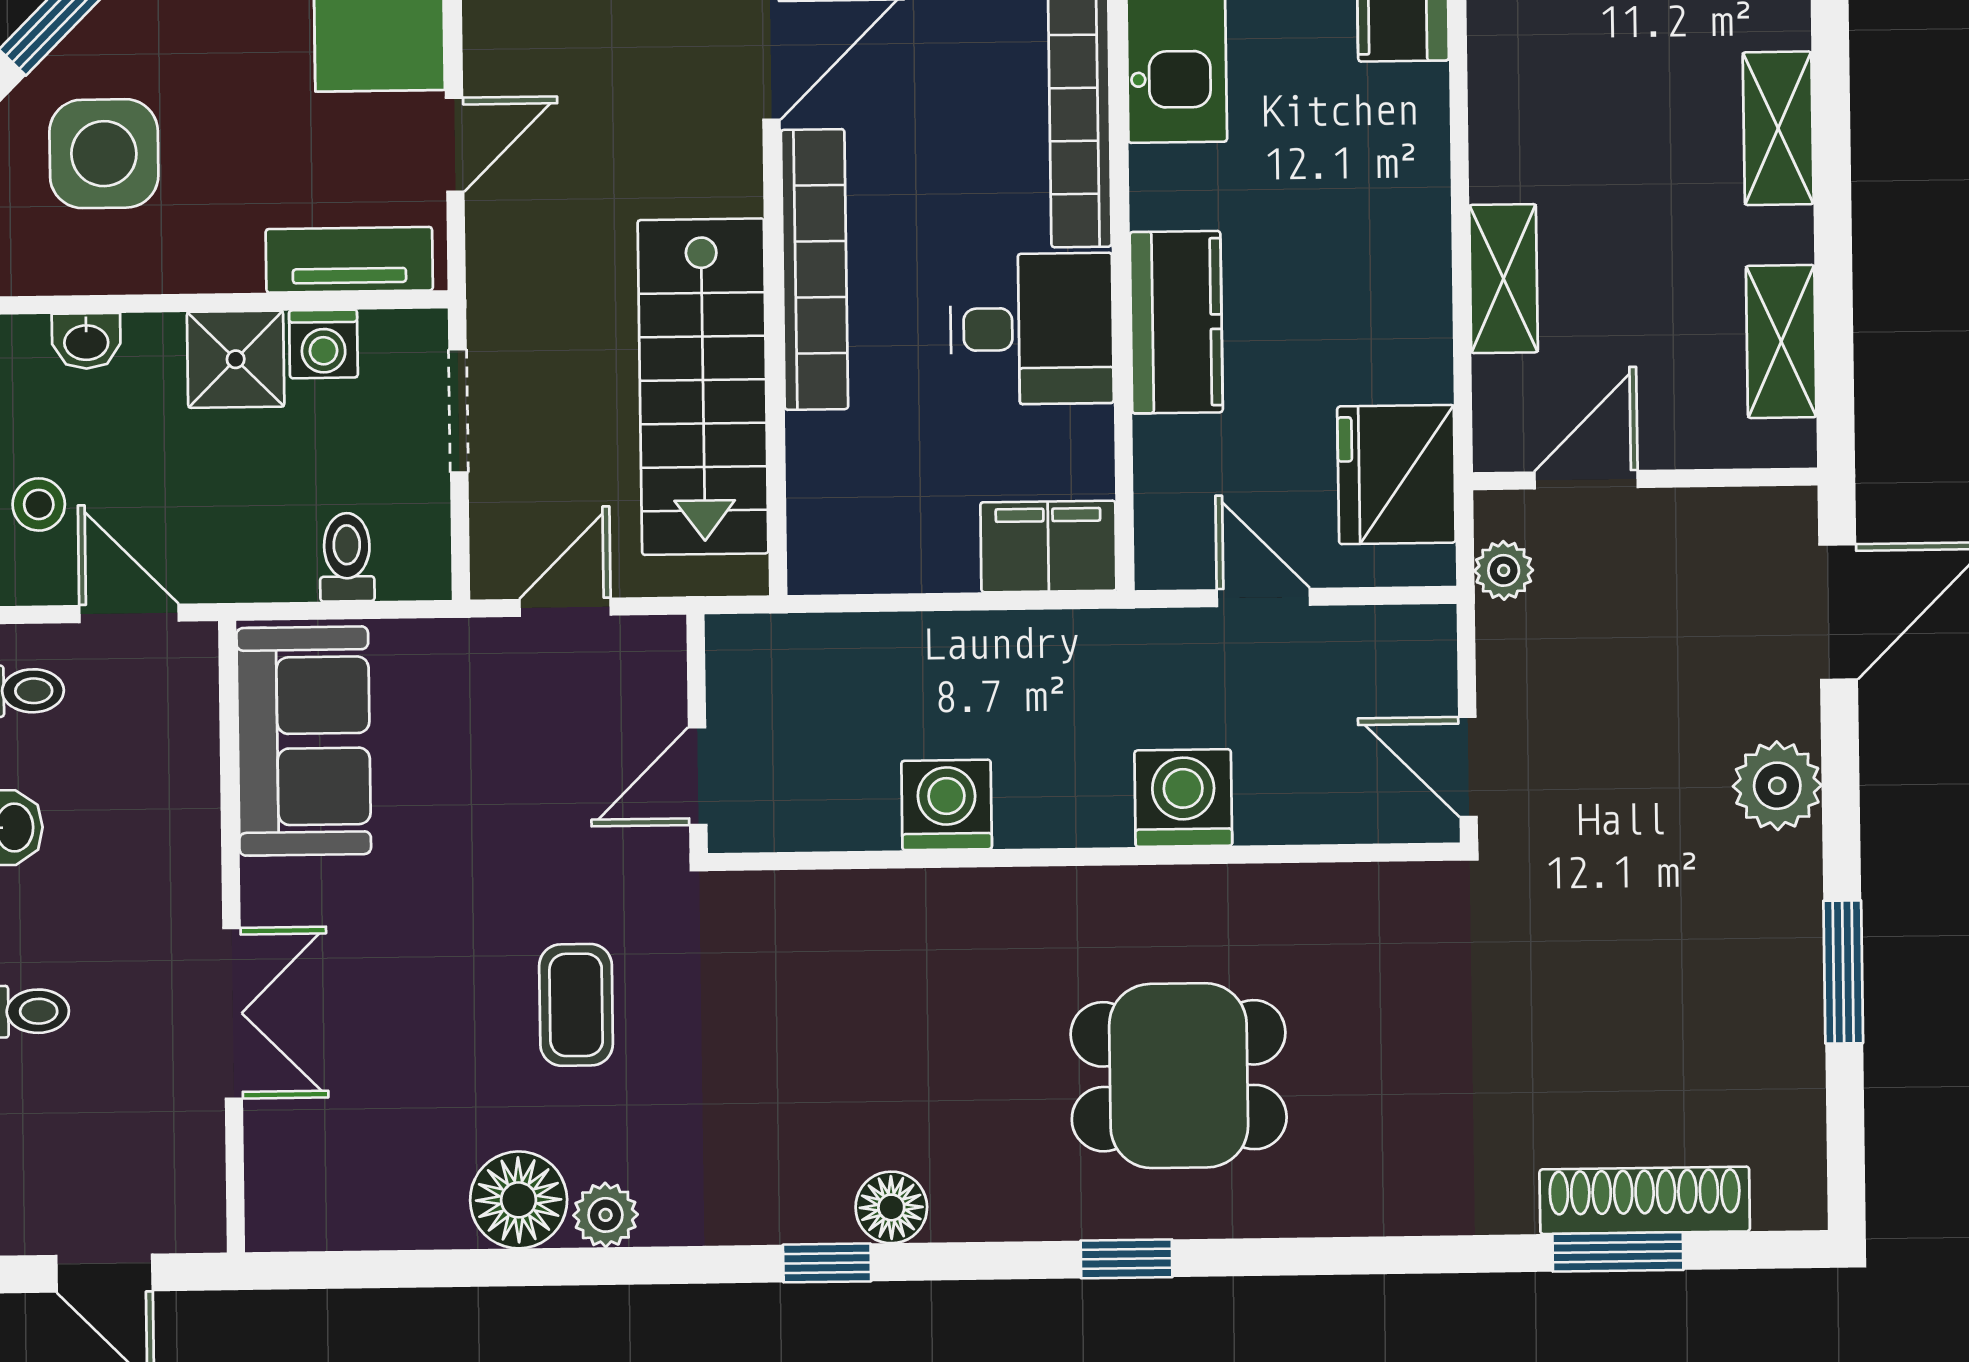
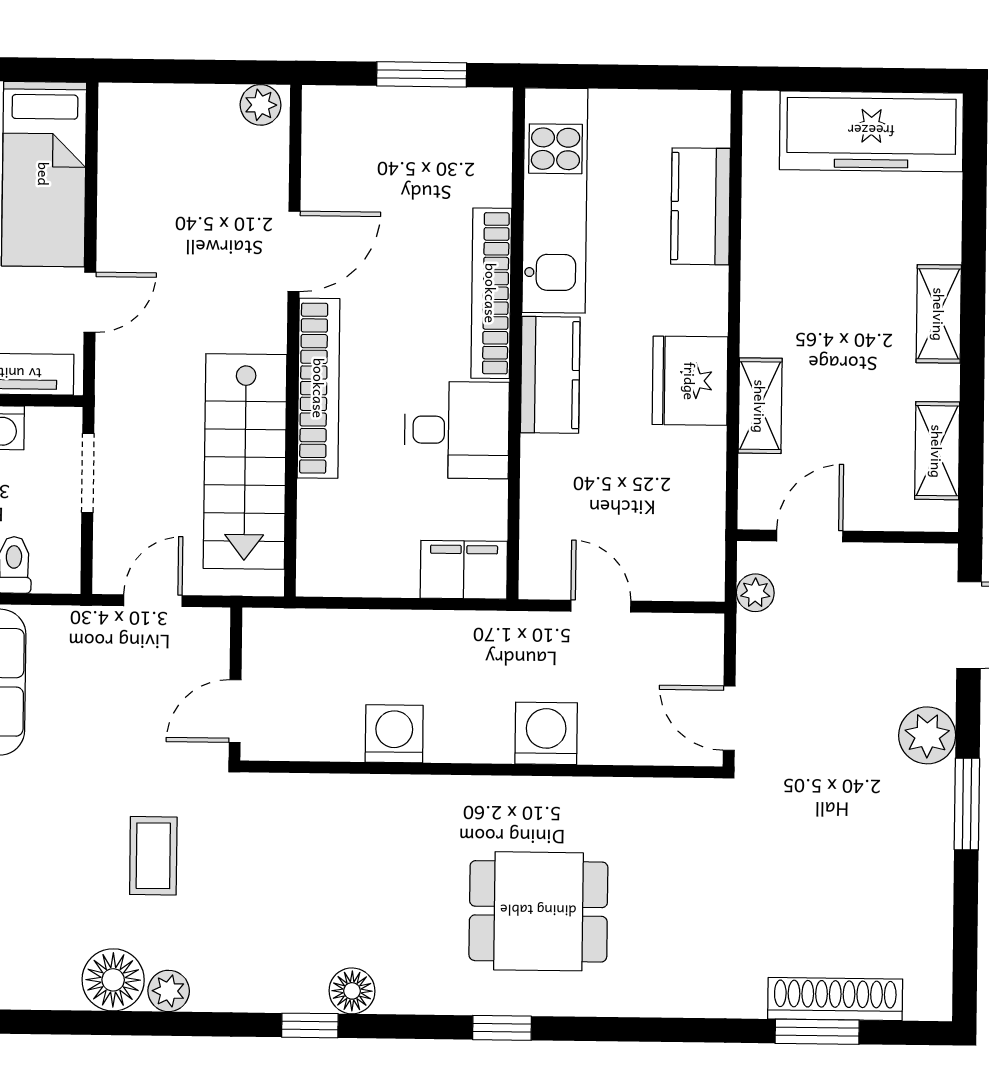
kitchen counter: (1176, 322) -> (550, 375), moved
fridge: (1396, 475) -> (690, 381), moved
window: (1843, 972) -> (967, 804), moved

